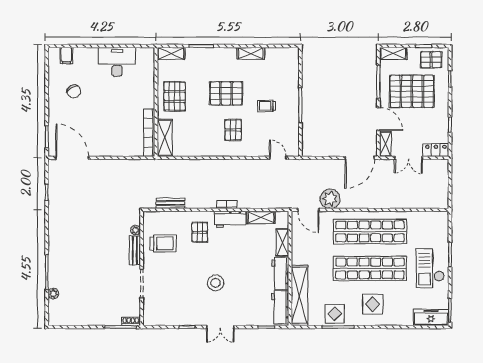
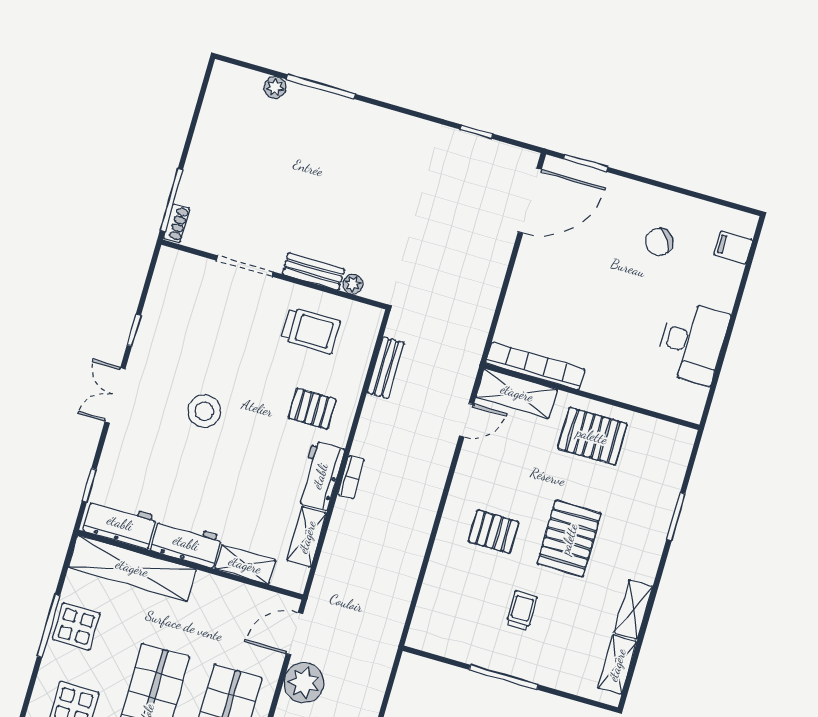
shelving: (171, 53) -> (617, 665), moved
door: (278, 158) -> (466, 420), moved
trolley: (163, 244) -> (311, 331), turned -90

